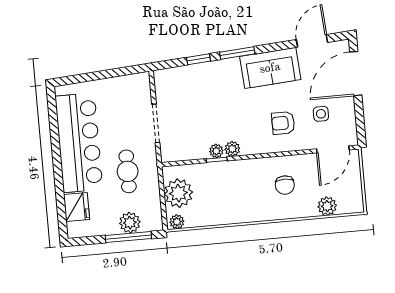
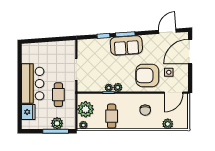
sofa: (270, 68) -> (126, 45), moved
armchair: (283, 123) -> (147, 76), width x1.88, depth x1.88
bar counter: (79, 143) -> (33, 84), width x0.73
cafe table: (226, 201) -> (112, 116), added

